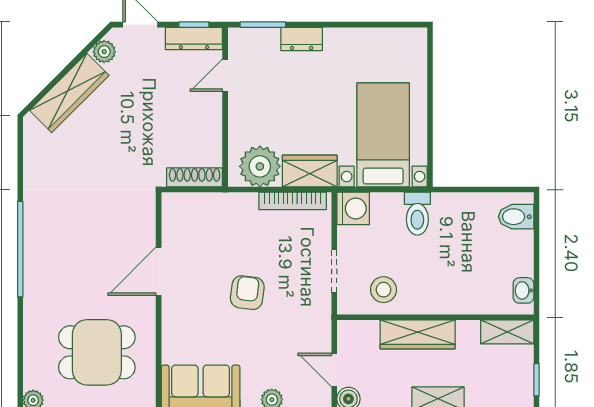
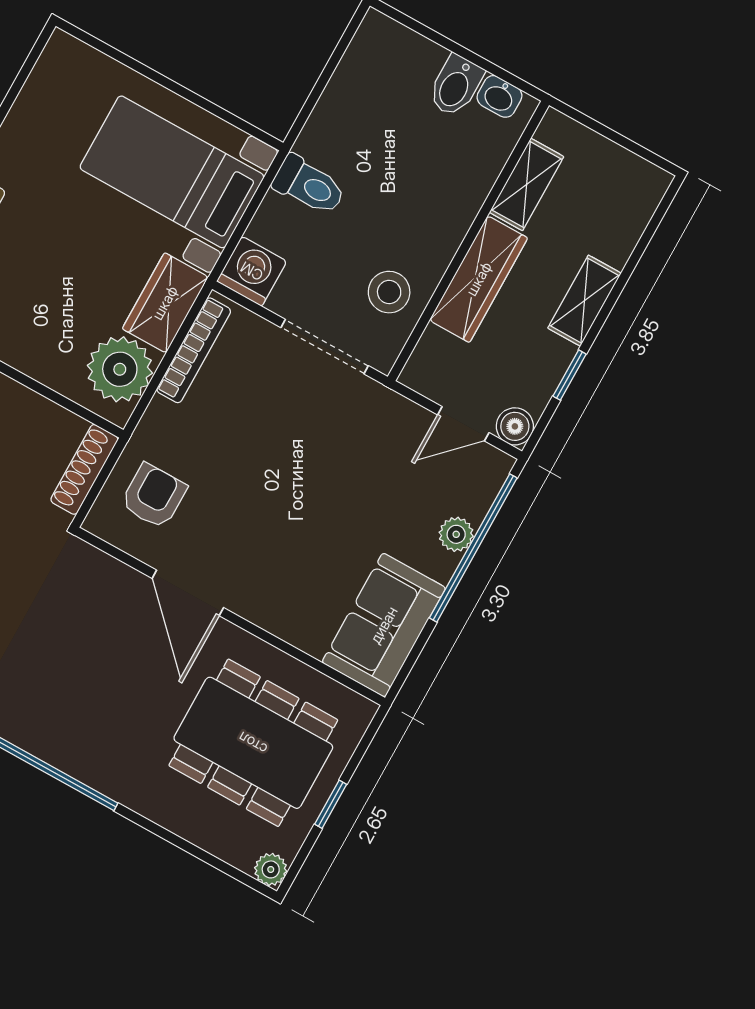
bidet: (516, 217) -> (456, 86), moved
doorway: (334, 271) -> (325, 347), width x1.38
armchair: (247, 293) -> (154, 496), moved, turned 83
shelving: (507, 332) -> (527, 184), moved
dining table: (97, 352) -> (253, 743), width x1.38
window: (536, 380) -> (635, 148), removed

